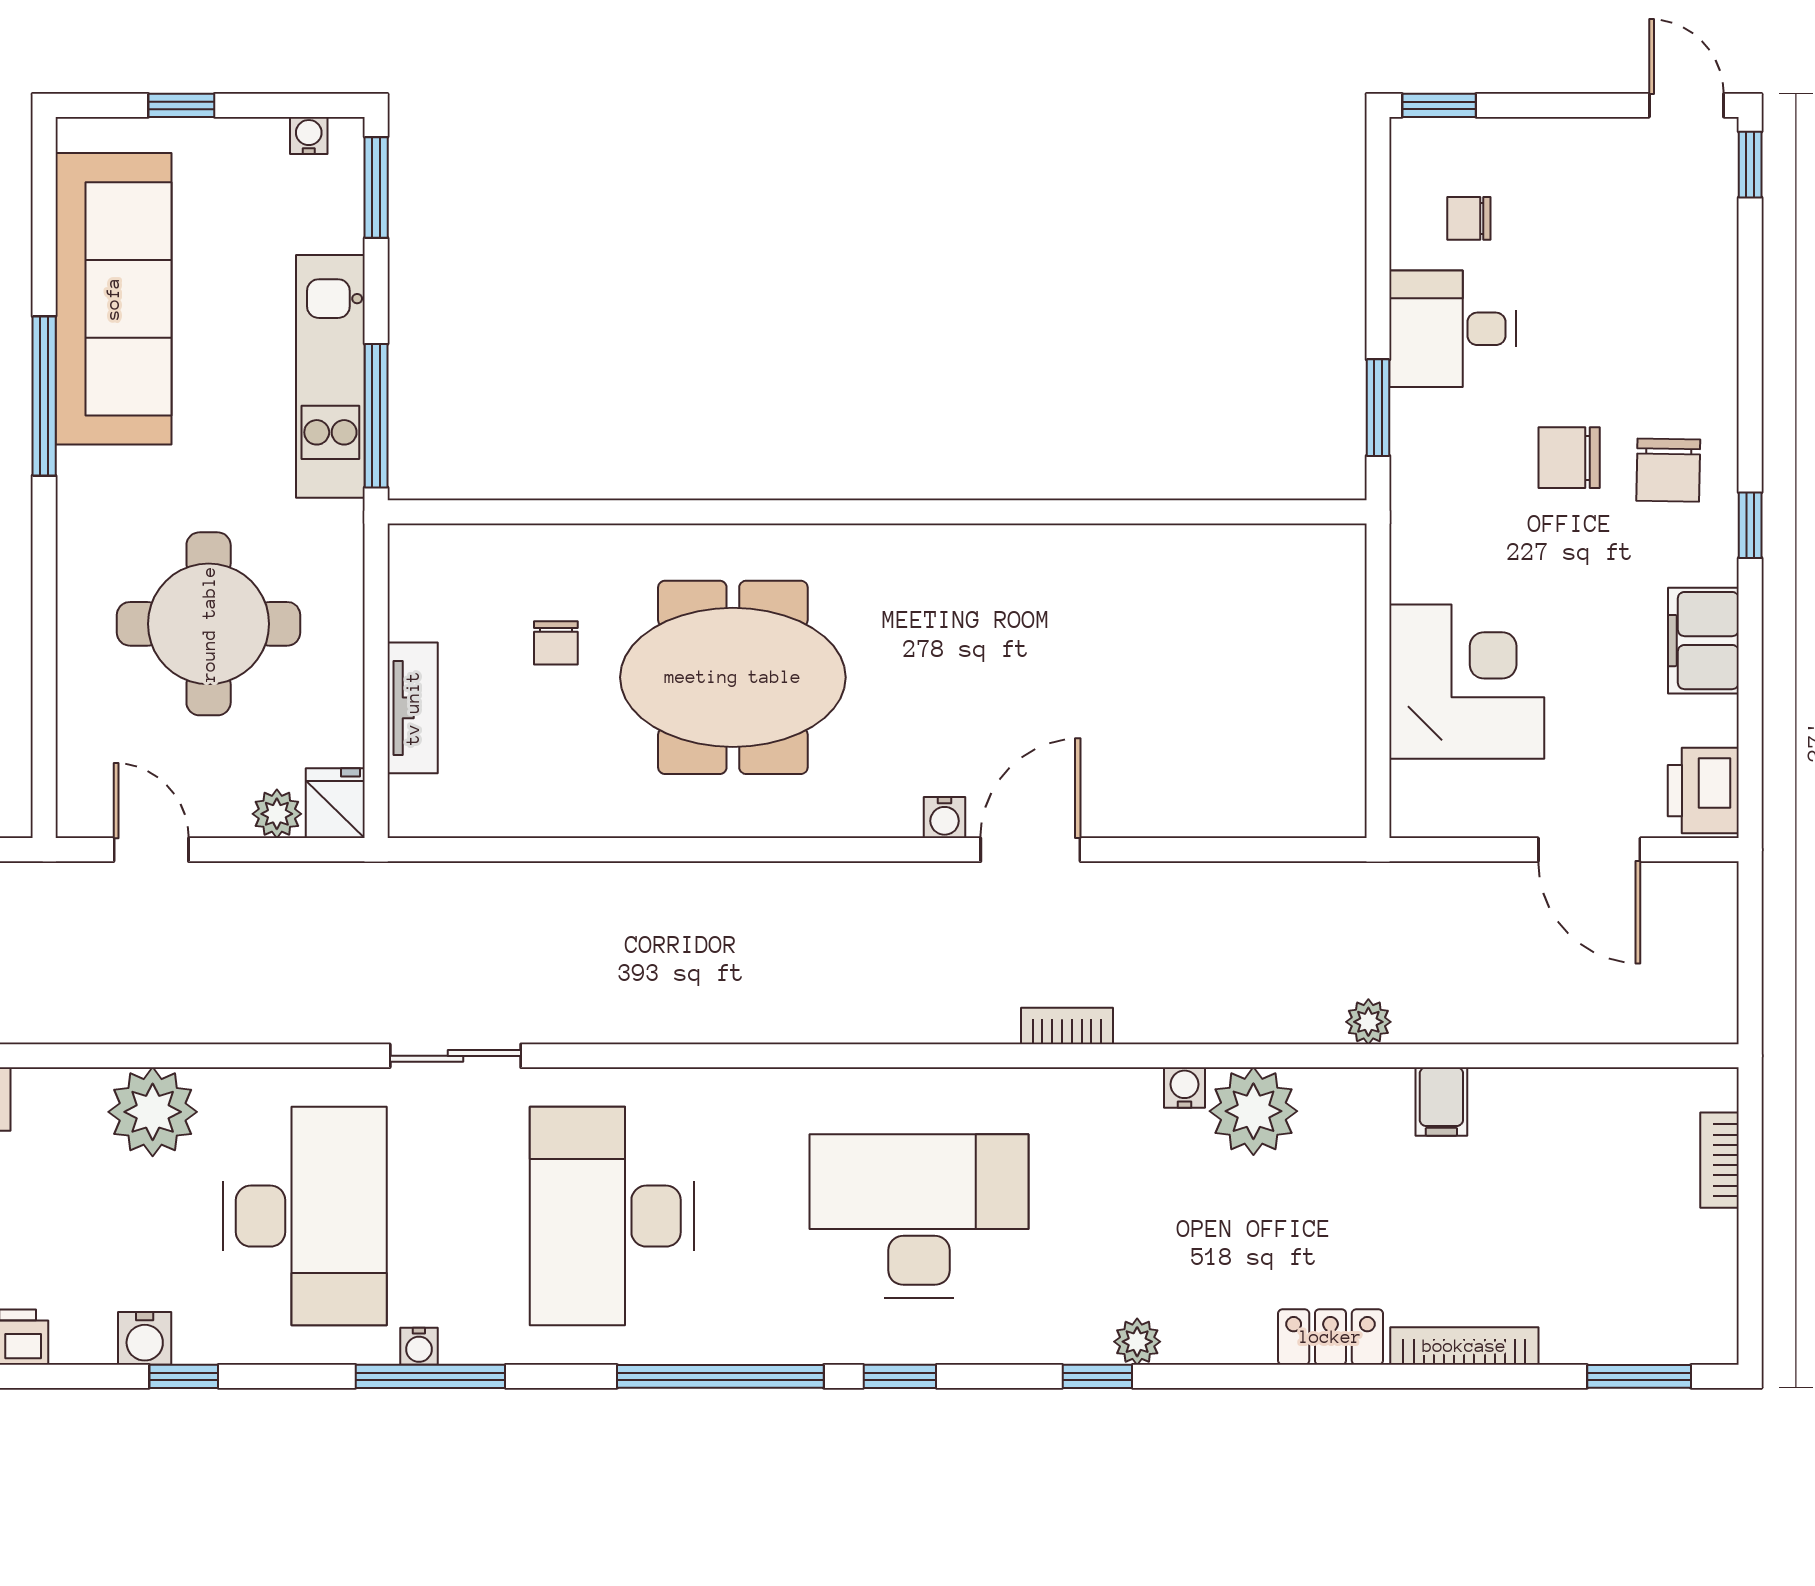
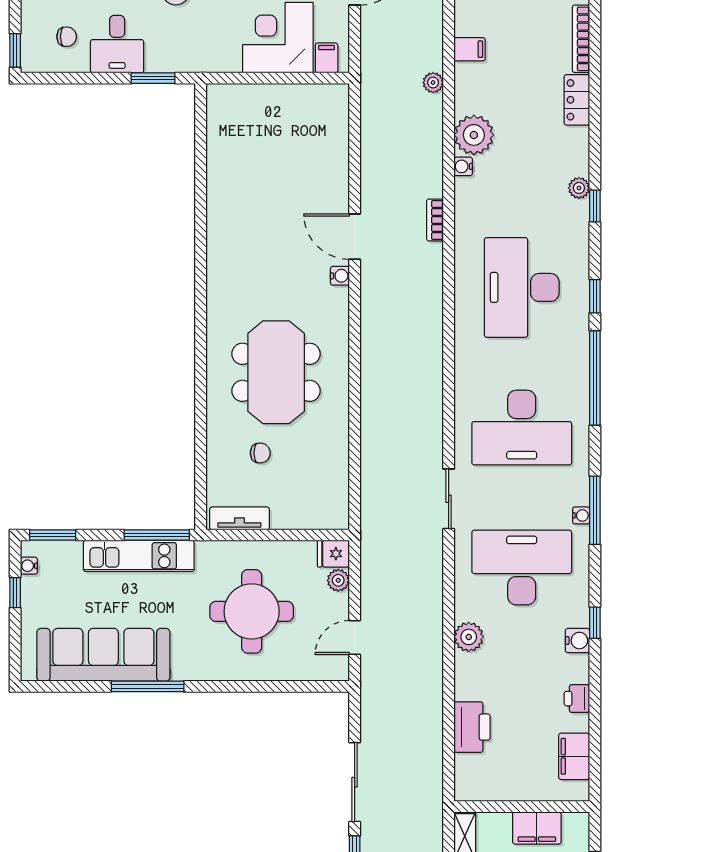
window: (181, 105) -> (15, 593), moved
chair: (1469, 218) -> (67, 37), turned -90
tv unit: (413, 708) -> (239, 518), moved
filing cabinet: (1422, 788) -> (327, 58), added
plant: (153, 1112) -> (469, 637), width x0.73, depth x0.73

